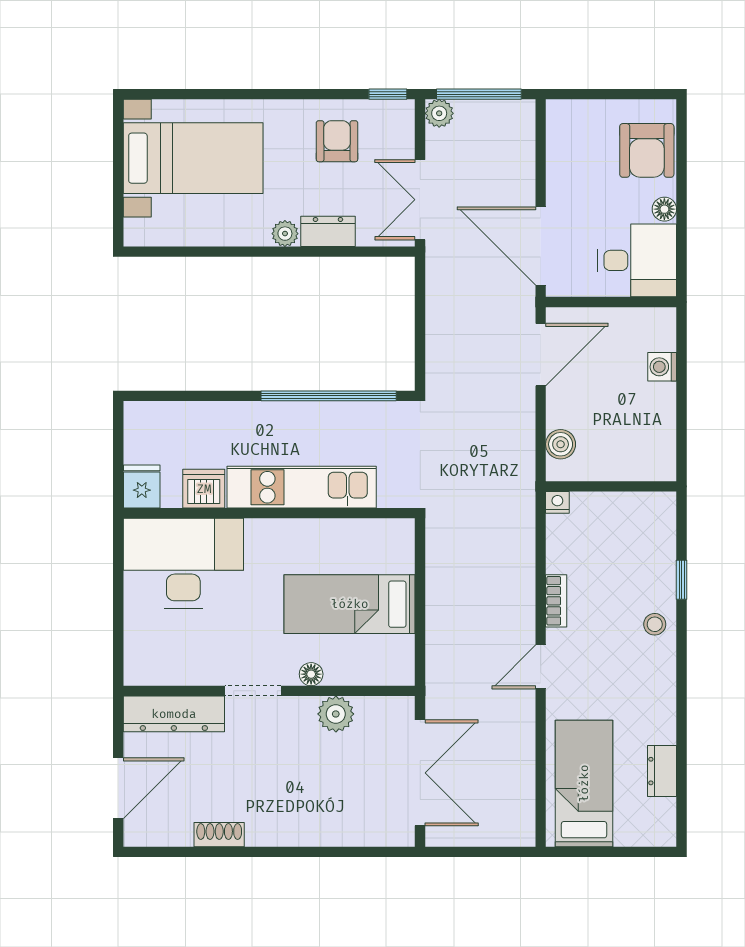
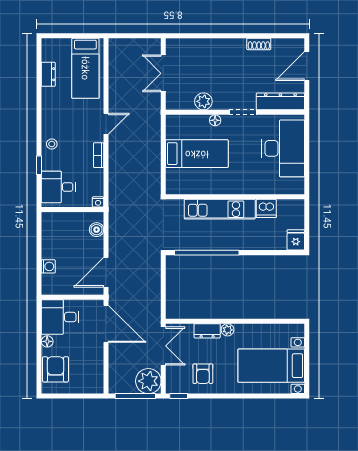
plant: (439, 113) -> (148, 381), width x1.87, depth x1.87
fridge: (142, 487) -> (296, 240), moved, turned 180
desk: (641, 534) -> (58, 187), added
desk: (183, 563) -> (283, 148), moved, turned -90
double door: (420, 773) -> (163, 73), width x0.73

